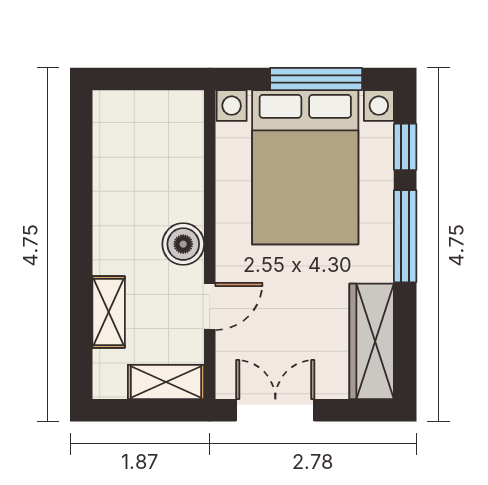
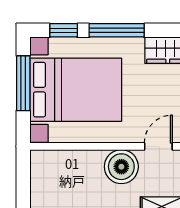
boiler: (183, 244) -> (121, 167), width x1.37, depth x1.37
door: (210, 306) -> (158, 146), hinge flipped

